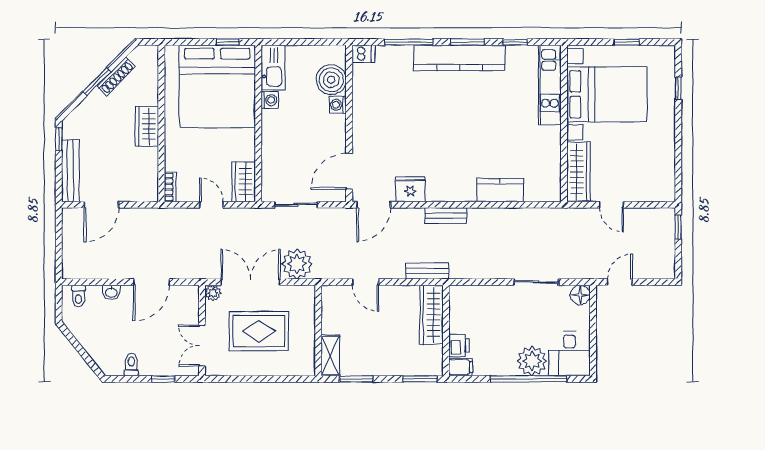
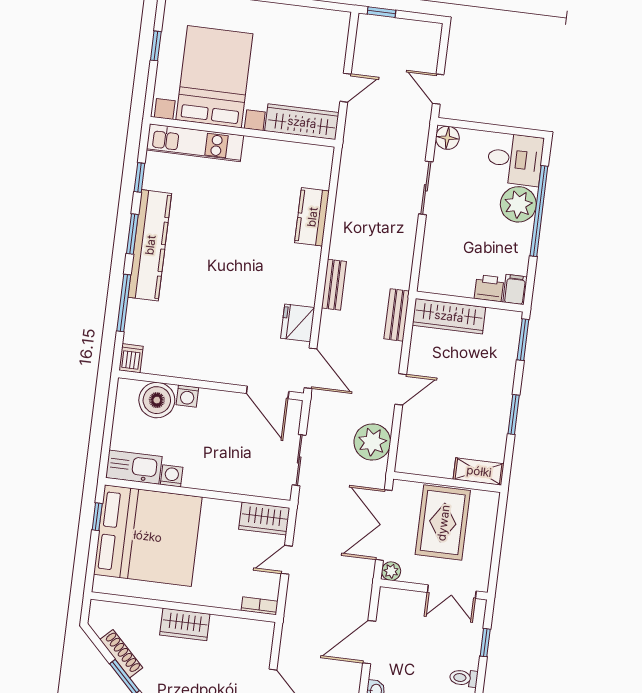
plant: (297, 264) -> (372, 442), moved
door: (151, 282) -> (369, 642), swing flipped
wall: (318, 331) -> (447, 482), moved
shelving: (330, 356) -> (479, 471), moved

